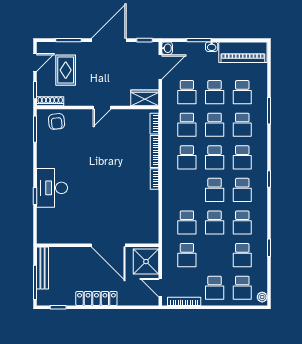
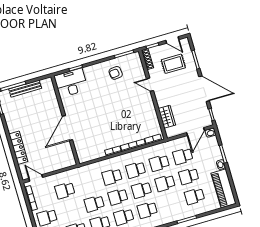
door: (160, 67) -> (195, 132), hinge flipped
wardrobe: (145, 98) -> (167, 117), moved
door: (102, 108) -> (150, 85), moved
armchair: (57, 121) -> (116, 73), moved
school desk: (242, 125) -> (171, 203), removed
desk: (52, 188) -> (71, 83), moved
school desk: (187, 223) -> (112, 177), moved
wall: (98, 245) -> (65, 120), moved
door: (108, 245) -> (67, 128), moved
shower: (146, 262) -> (52, 162), removed
door: (160, 288) -> (36, 178), hinge flipped
locker: (96, 298) -> (18, 148), moved

